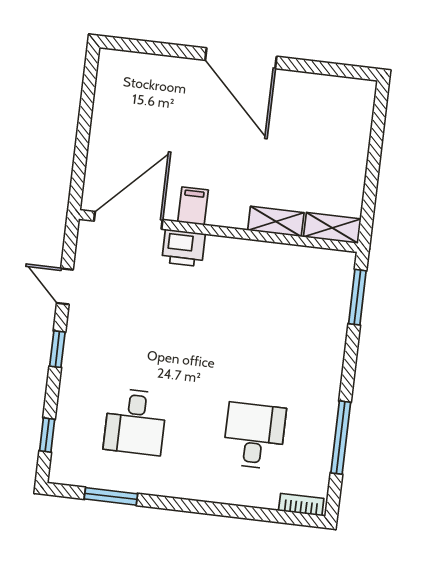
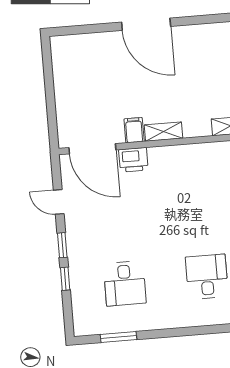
door: (128, 220) -> (92, 149), swing flipped
shelving: (276, 221) -> (163, 132), moved
window: (47, 435) -> (65, 279), moved

